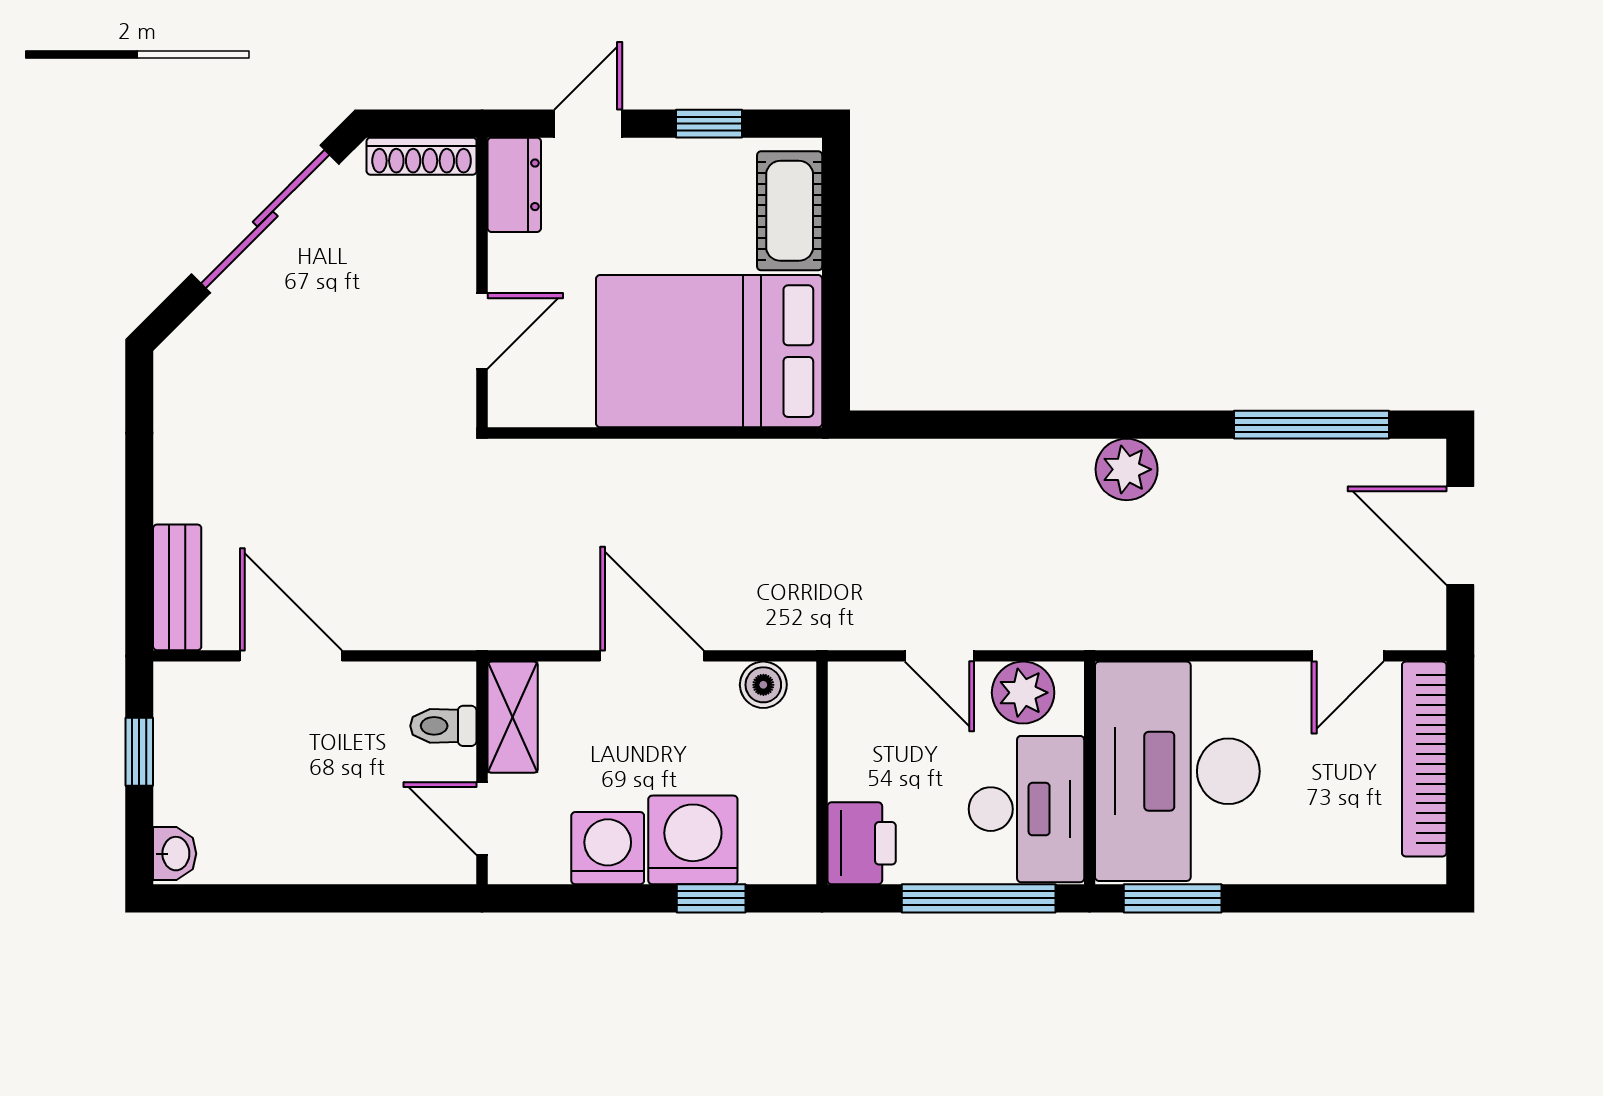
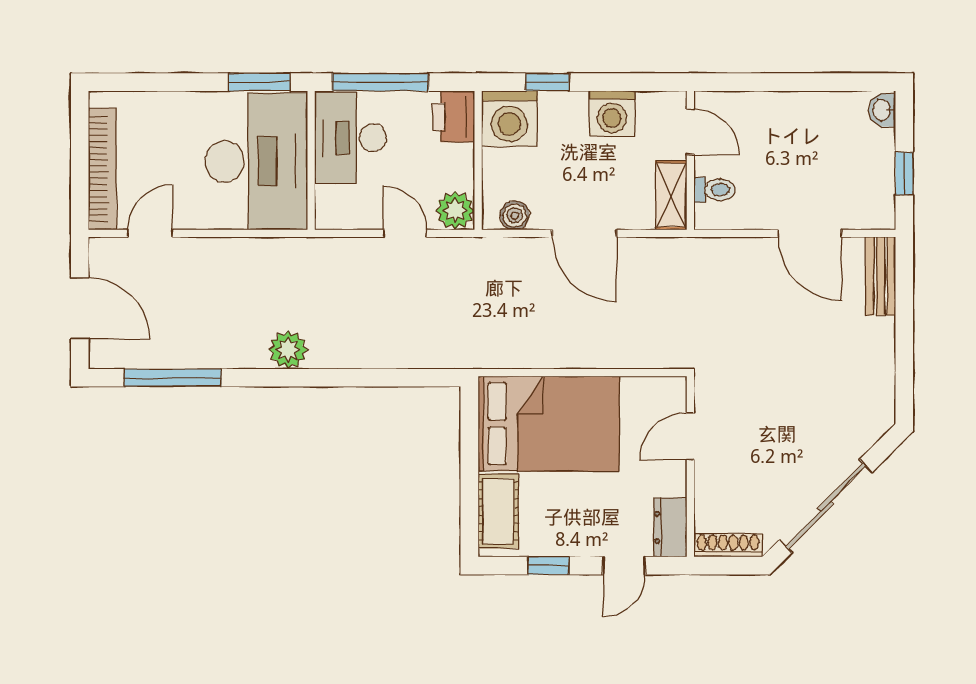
plant: (1023, 693) -> (455, 210), moved
washing machine: (693, 840) -> (509, 119), moved

